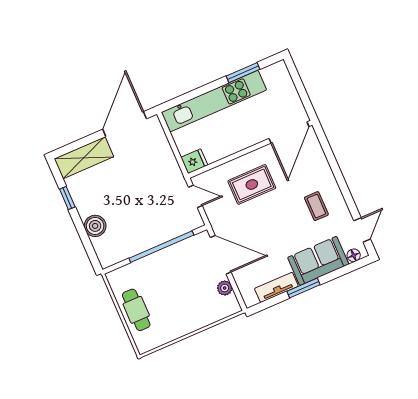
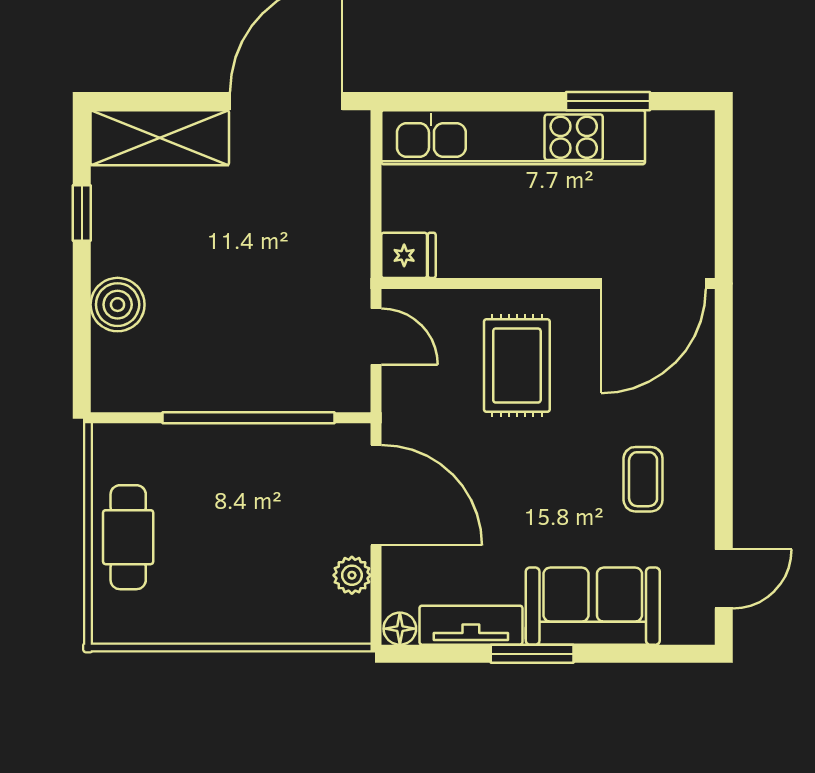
rug: (252, 184) -> (517, 366), turned 90
floor lamp: (354, 255) -> (400, 629), moved

